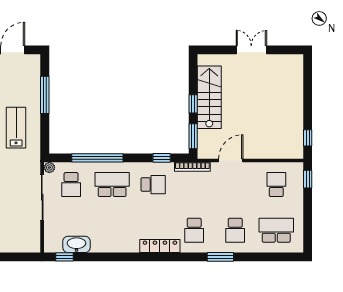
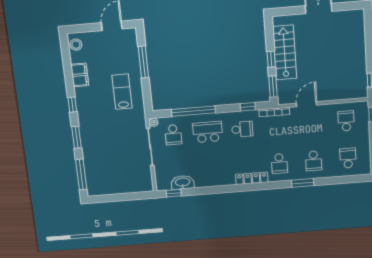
school desk: (276, 230) -> (348, 158), width x0.54

